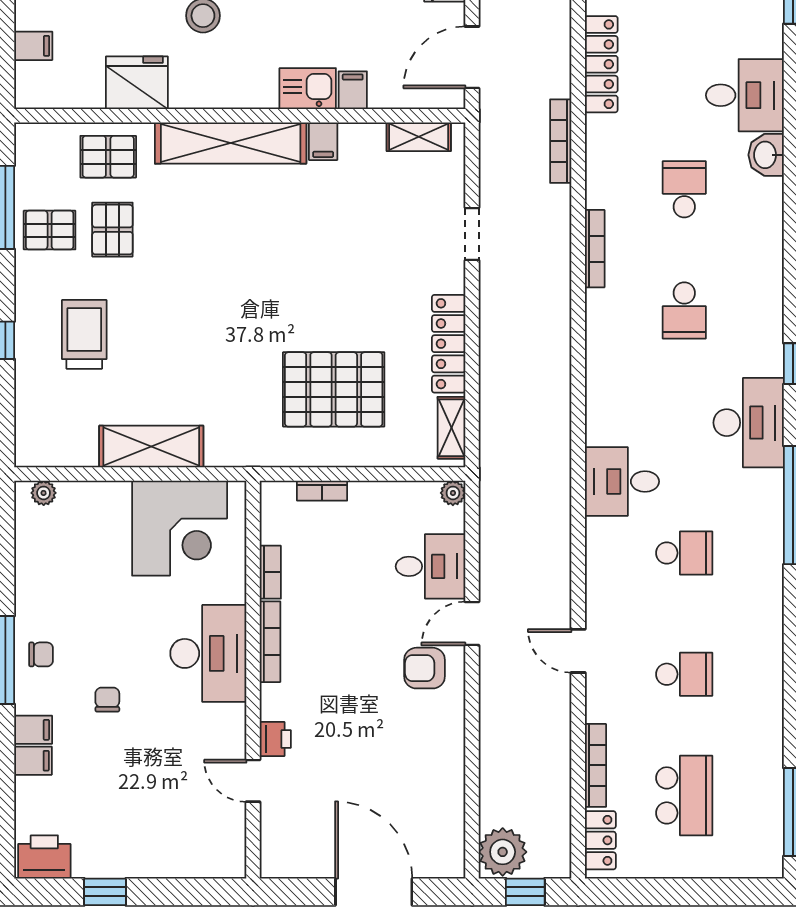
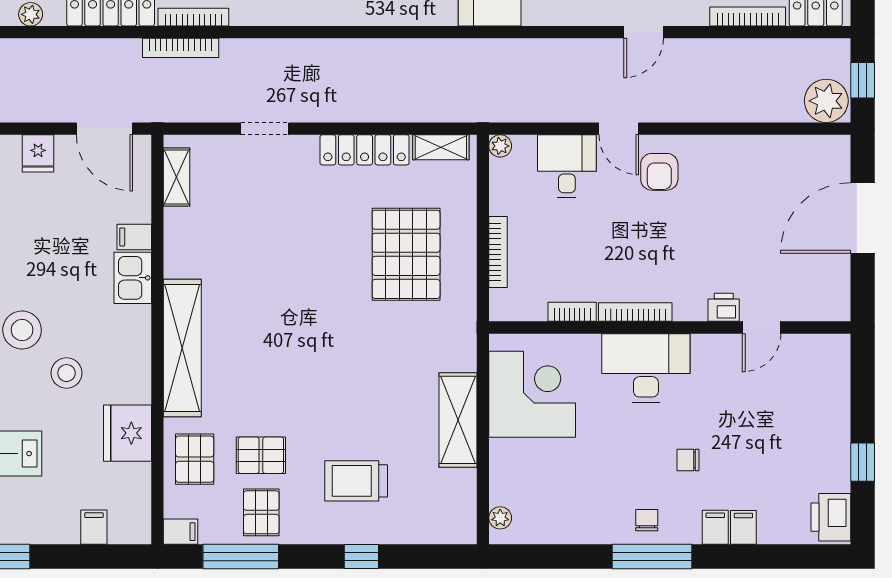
filing cabinet: (323, 141) -> (181, 532), moved
bookcase: (595, 249) -> (193, 17), moved
bookcase: (322, 491) -> (498, 252), width x1.56

